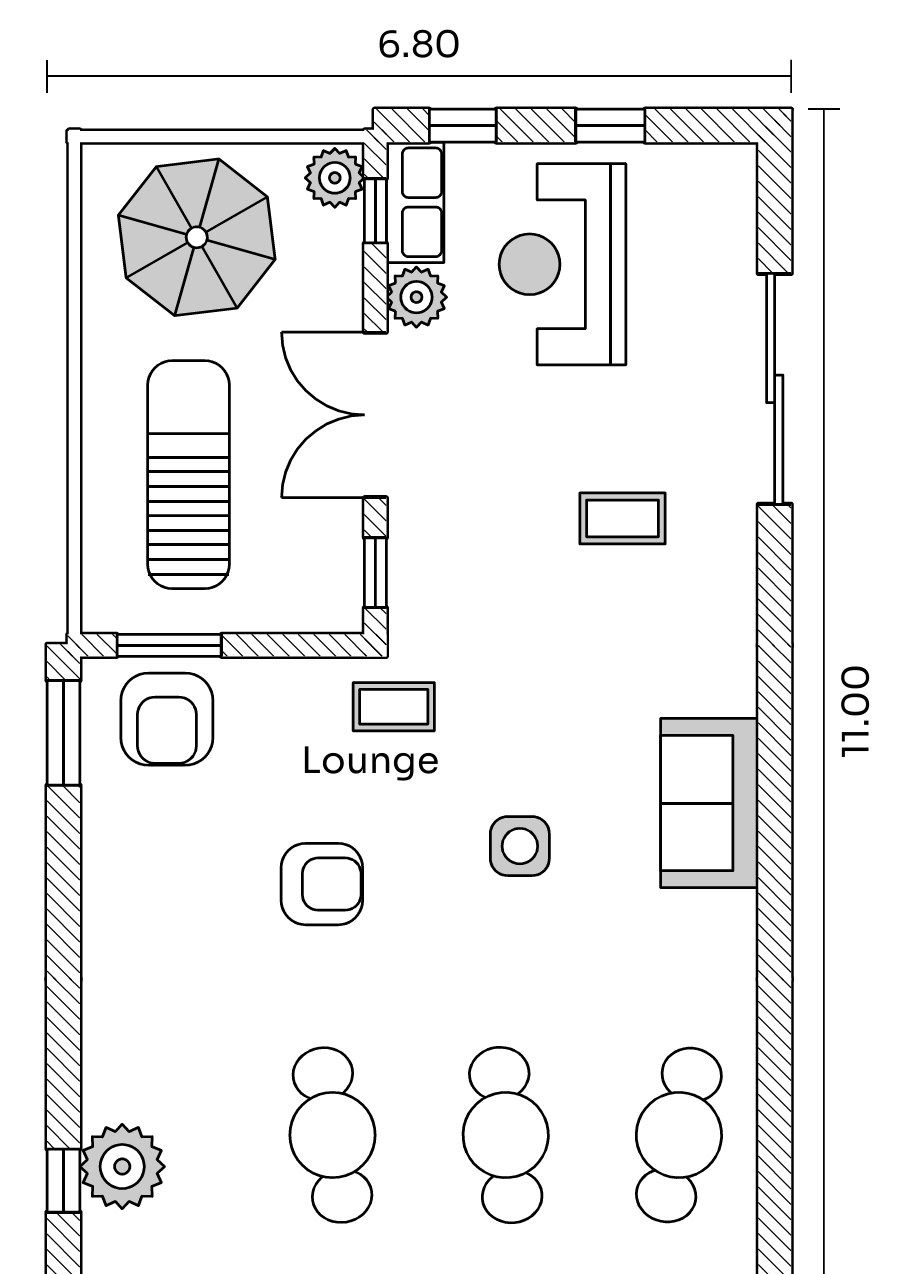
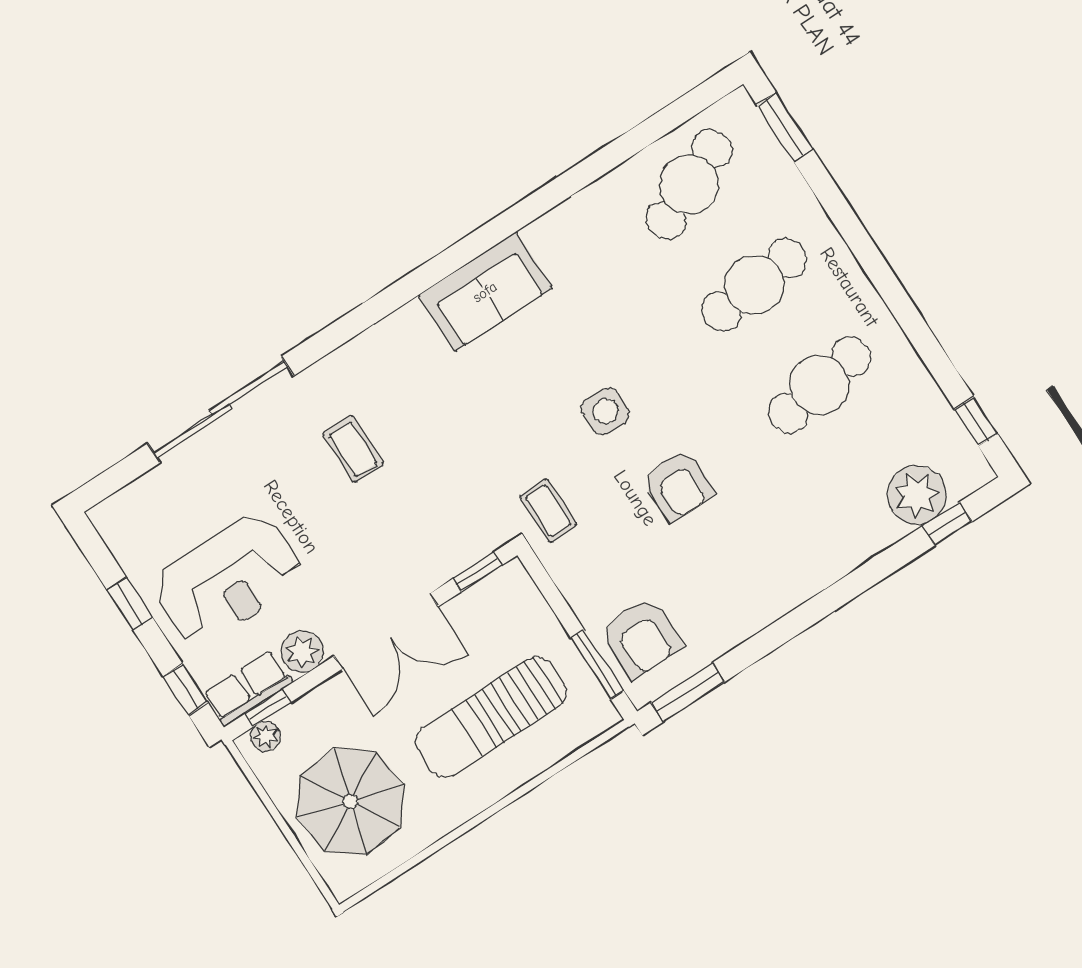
plant: (335, 178) -> (266, 736), width x0.73, depth x0.73
armchair: (167, 719) -> (641, 638), turned 90
side table: (520, 846) -> (605, 411), moved
armchair: (322, 884) -> (678, 486), turned 180
cafe table: (679, 1135) -> (689, 184), turned -36

